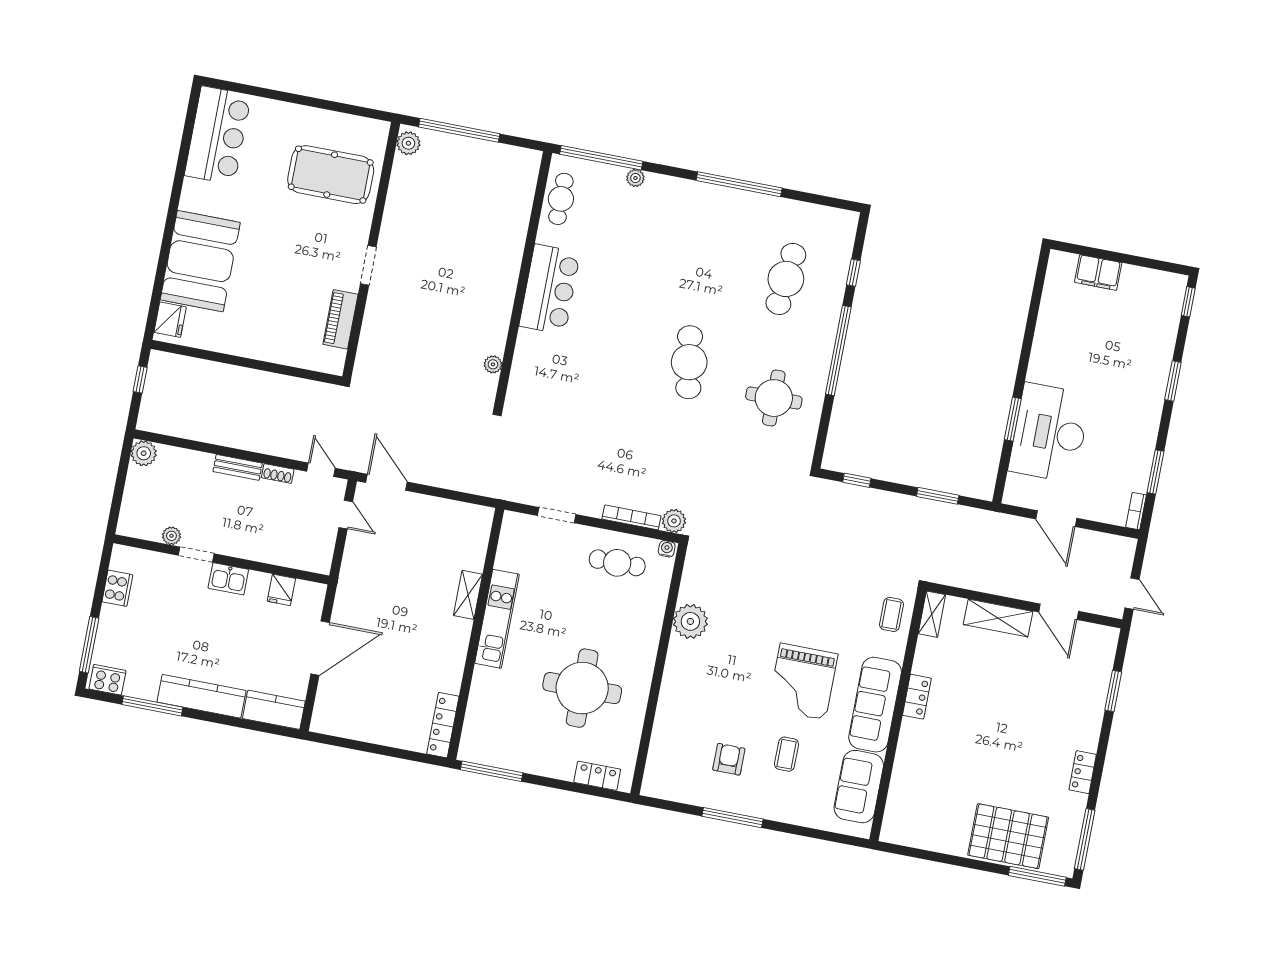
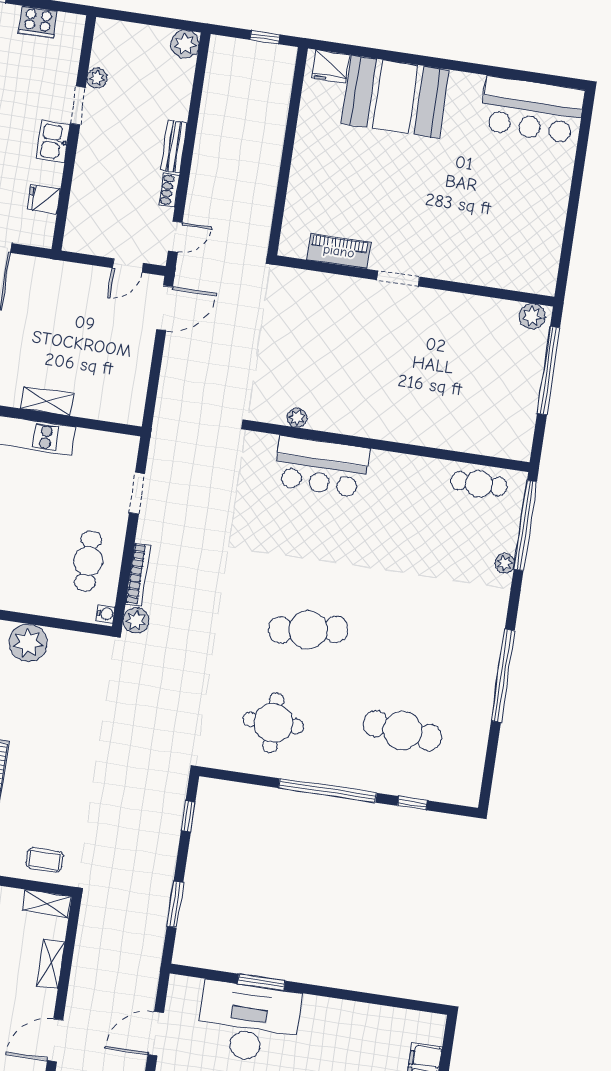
pool table: (331, 175) -> (495, 234), removed
bar counter: (550, 289) -> (321, 467), moved
shelving: (998, 618) -> (51, 964), width x0.67, depth x0.75

